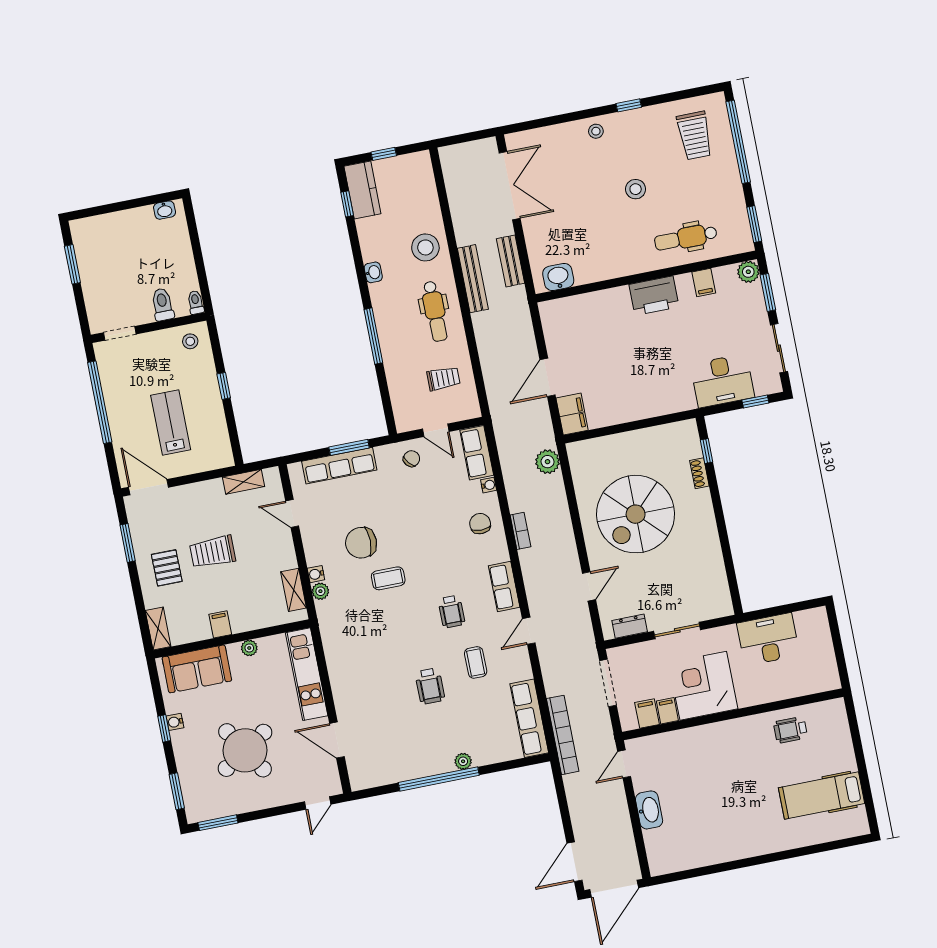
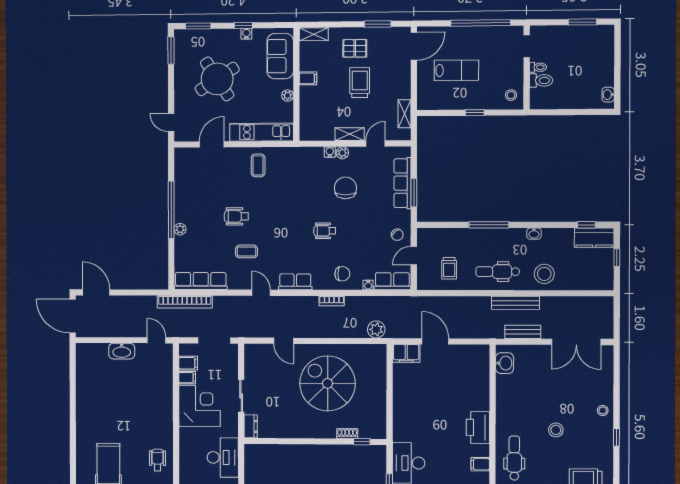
toilet: (196, 302) -> (538, 67), moved
coffee table: (388, 578) -> (258, 165), moved
shelving: (294, 590) -> (350, 134), moved
plant: (320, 591) -> (342, 153), moved
wheelchair: (452, 612) -> (325, 231), moved
dresser: (630, 626) -> (251, 426), moved

